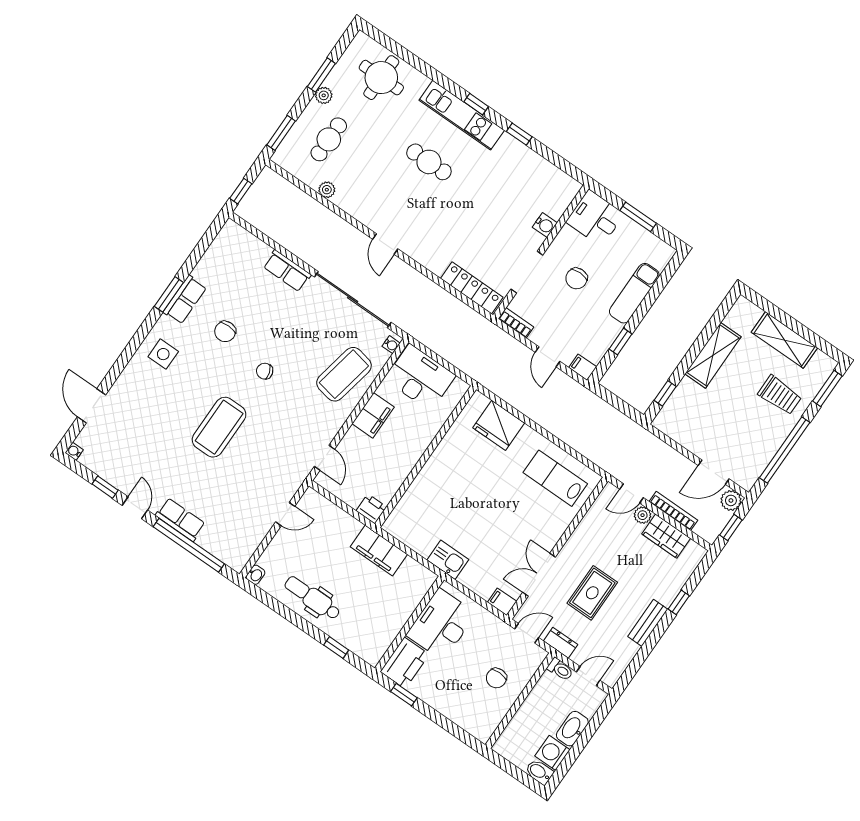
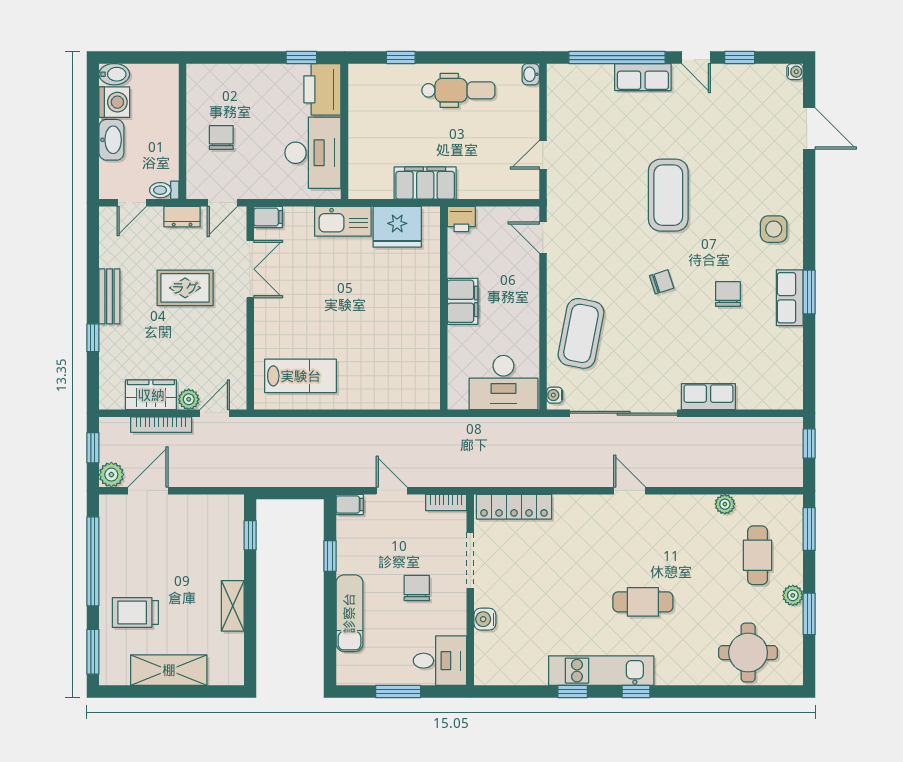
kitchen unit: (462, 115) -> (601, 671), moved
shelving: (713, 355) -> (233, 606), width x0.67, depth x0.75
filing cabinet: (373, 415) -> (463, 301), moved, turned 180
fridge: (499, 425) -> (397, 227), moved, turned 180
kitchen sink: (448, 560) -> (343, 221), width x1.38
rug: (592, 593) -> (185, 288), turned 90

